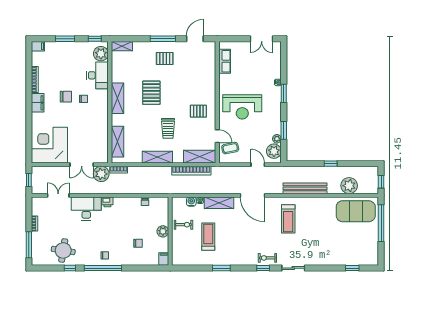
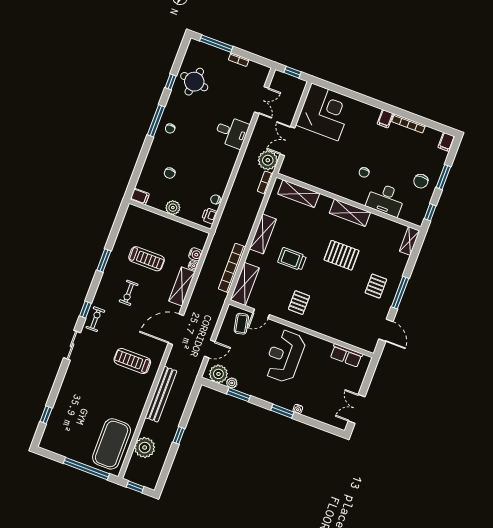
plant: (101, 54) -> (410, 213), removed
chair: (66, 97) -> (421, 181), moved
filing cabinet: (38, 103) -> (385, 119), width x0.50
printer: (107, 202) -> (209, 216), moved
desk: (86, 209) -> (232, 132), width x0.73
exercise bike: (183, 225) -> (129, 293), moved
window: (103, 268) -> (156, 121), width x0.68

